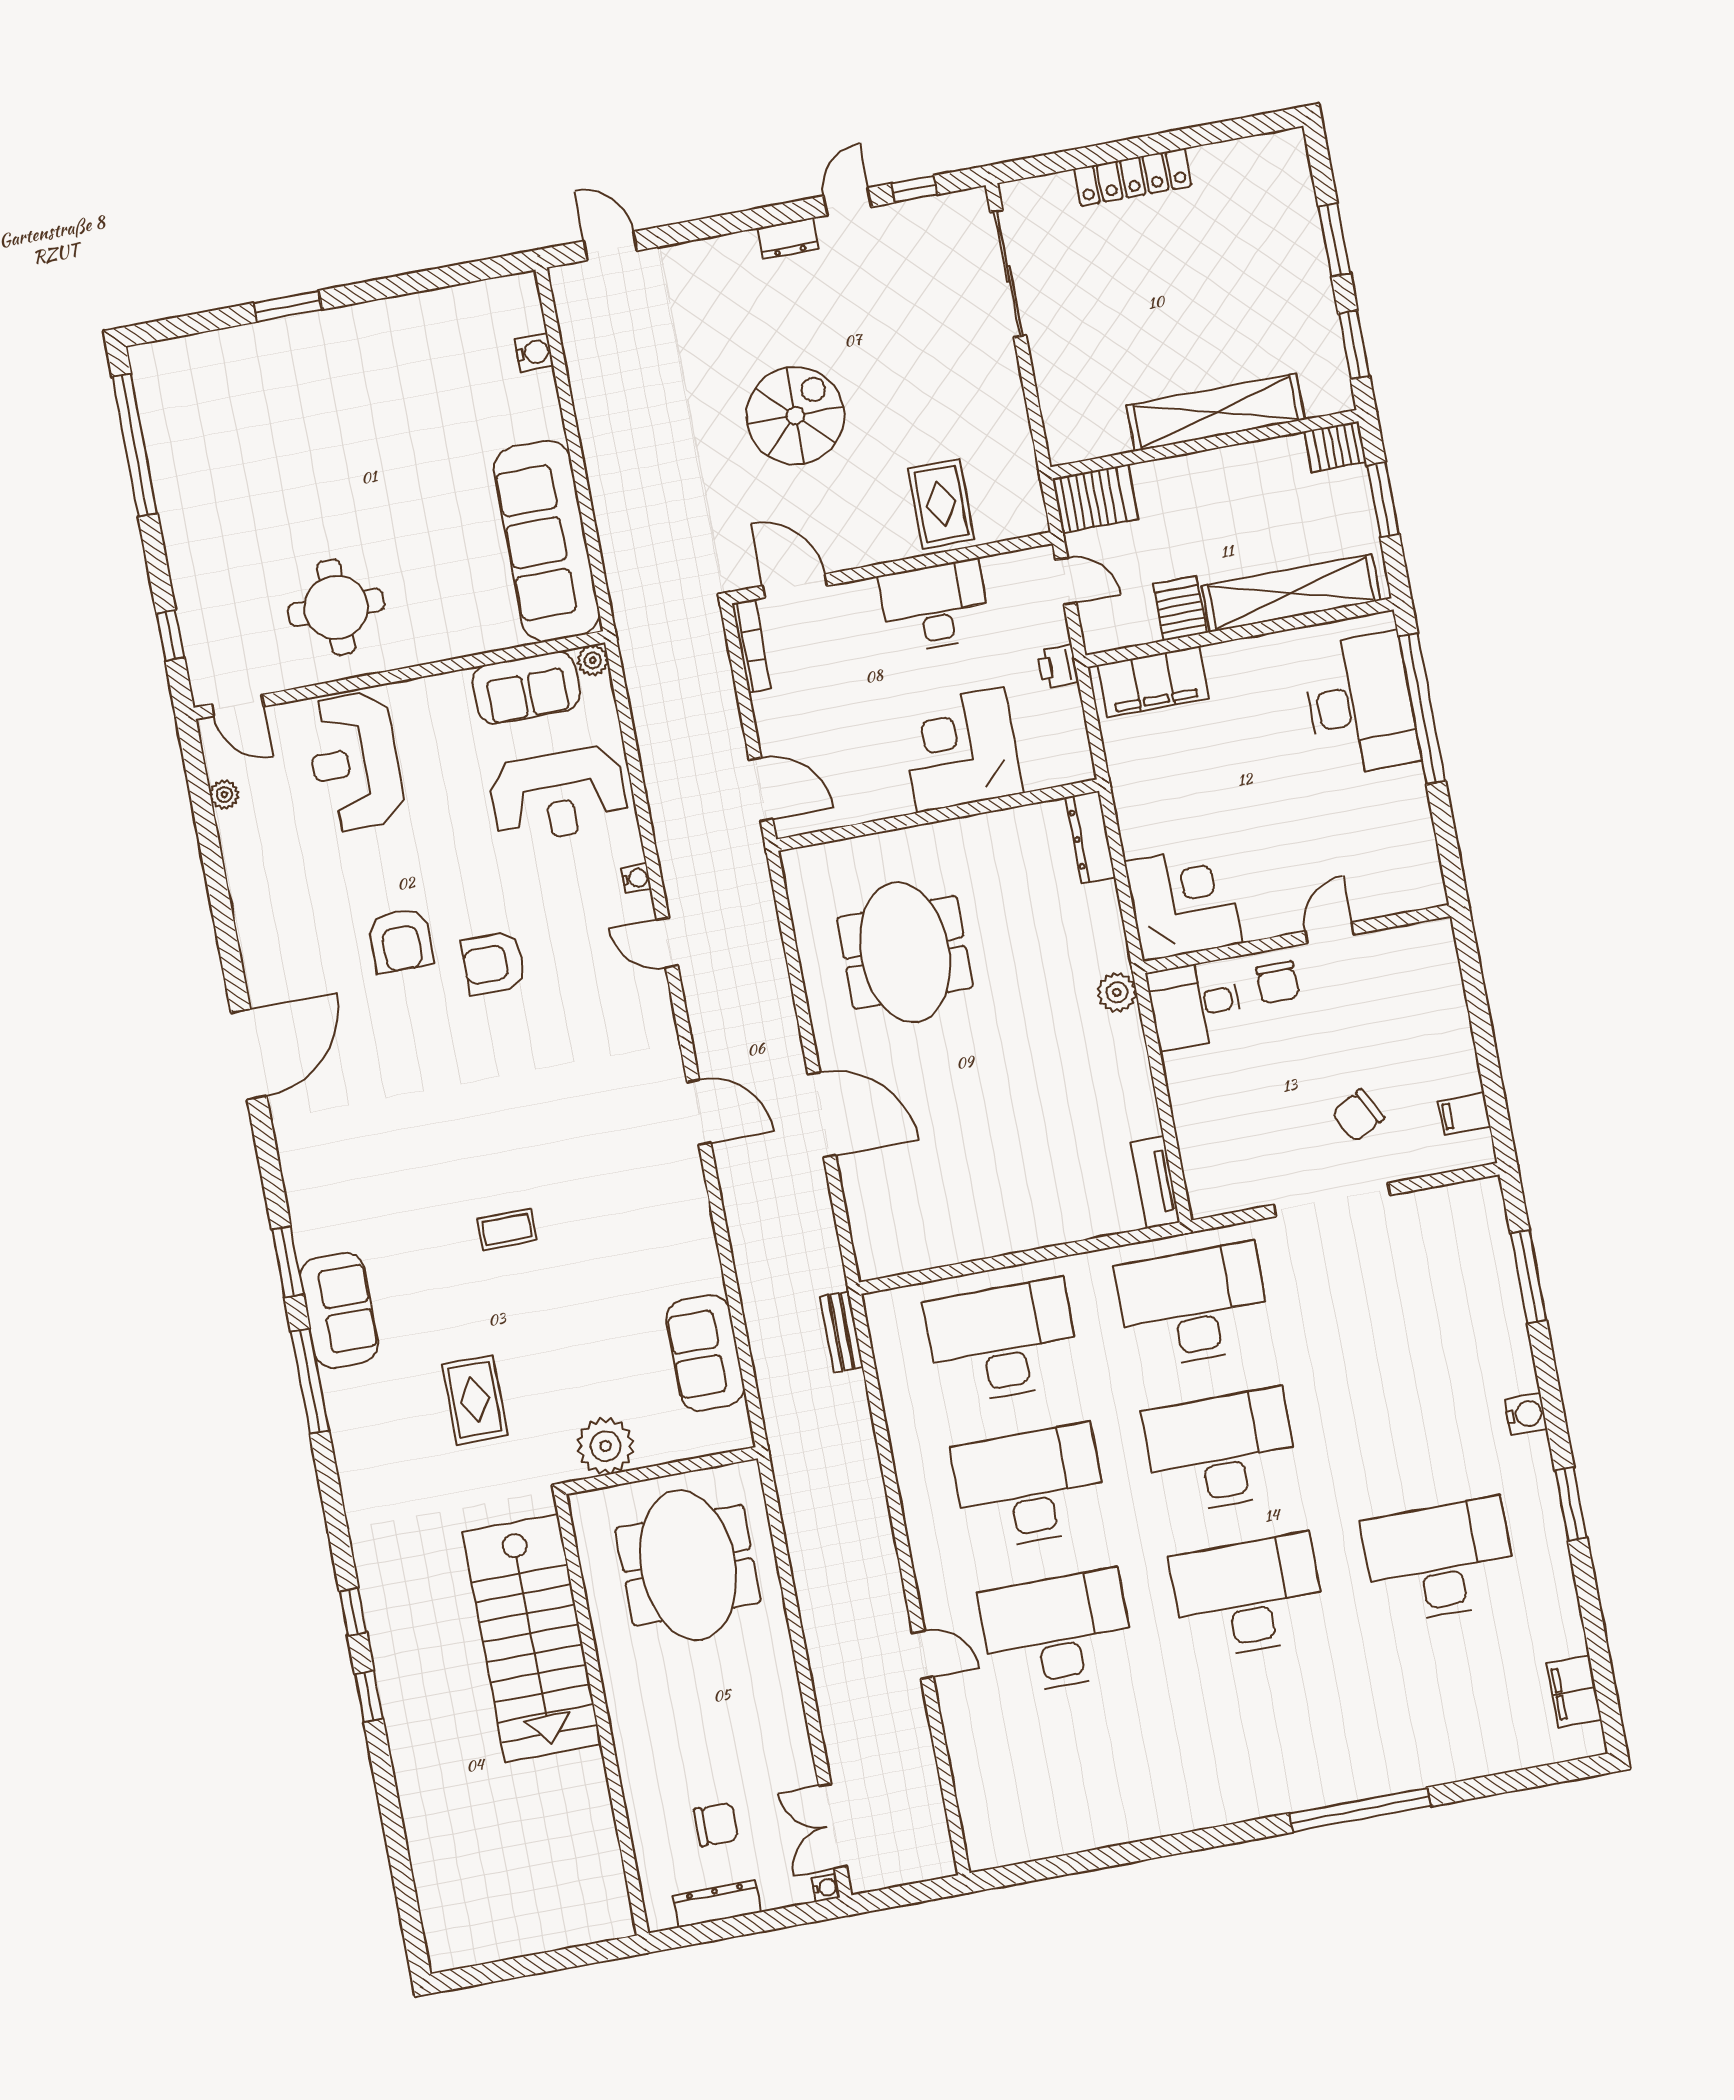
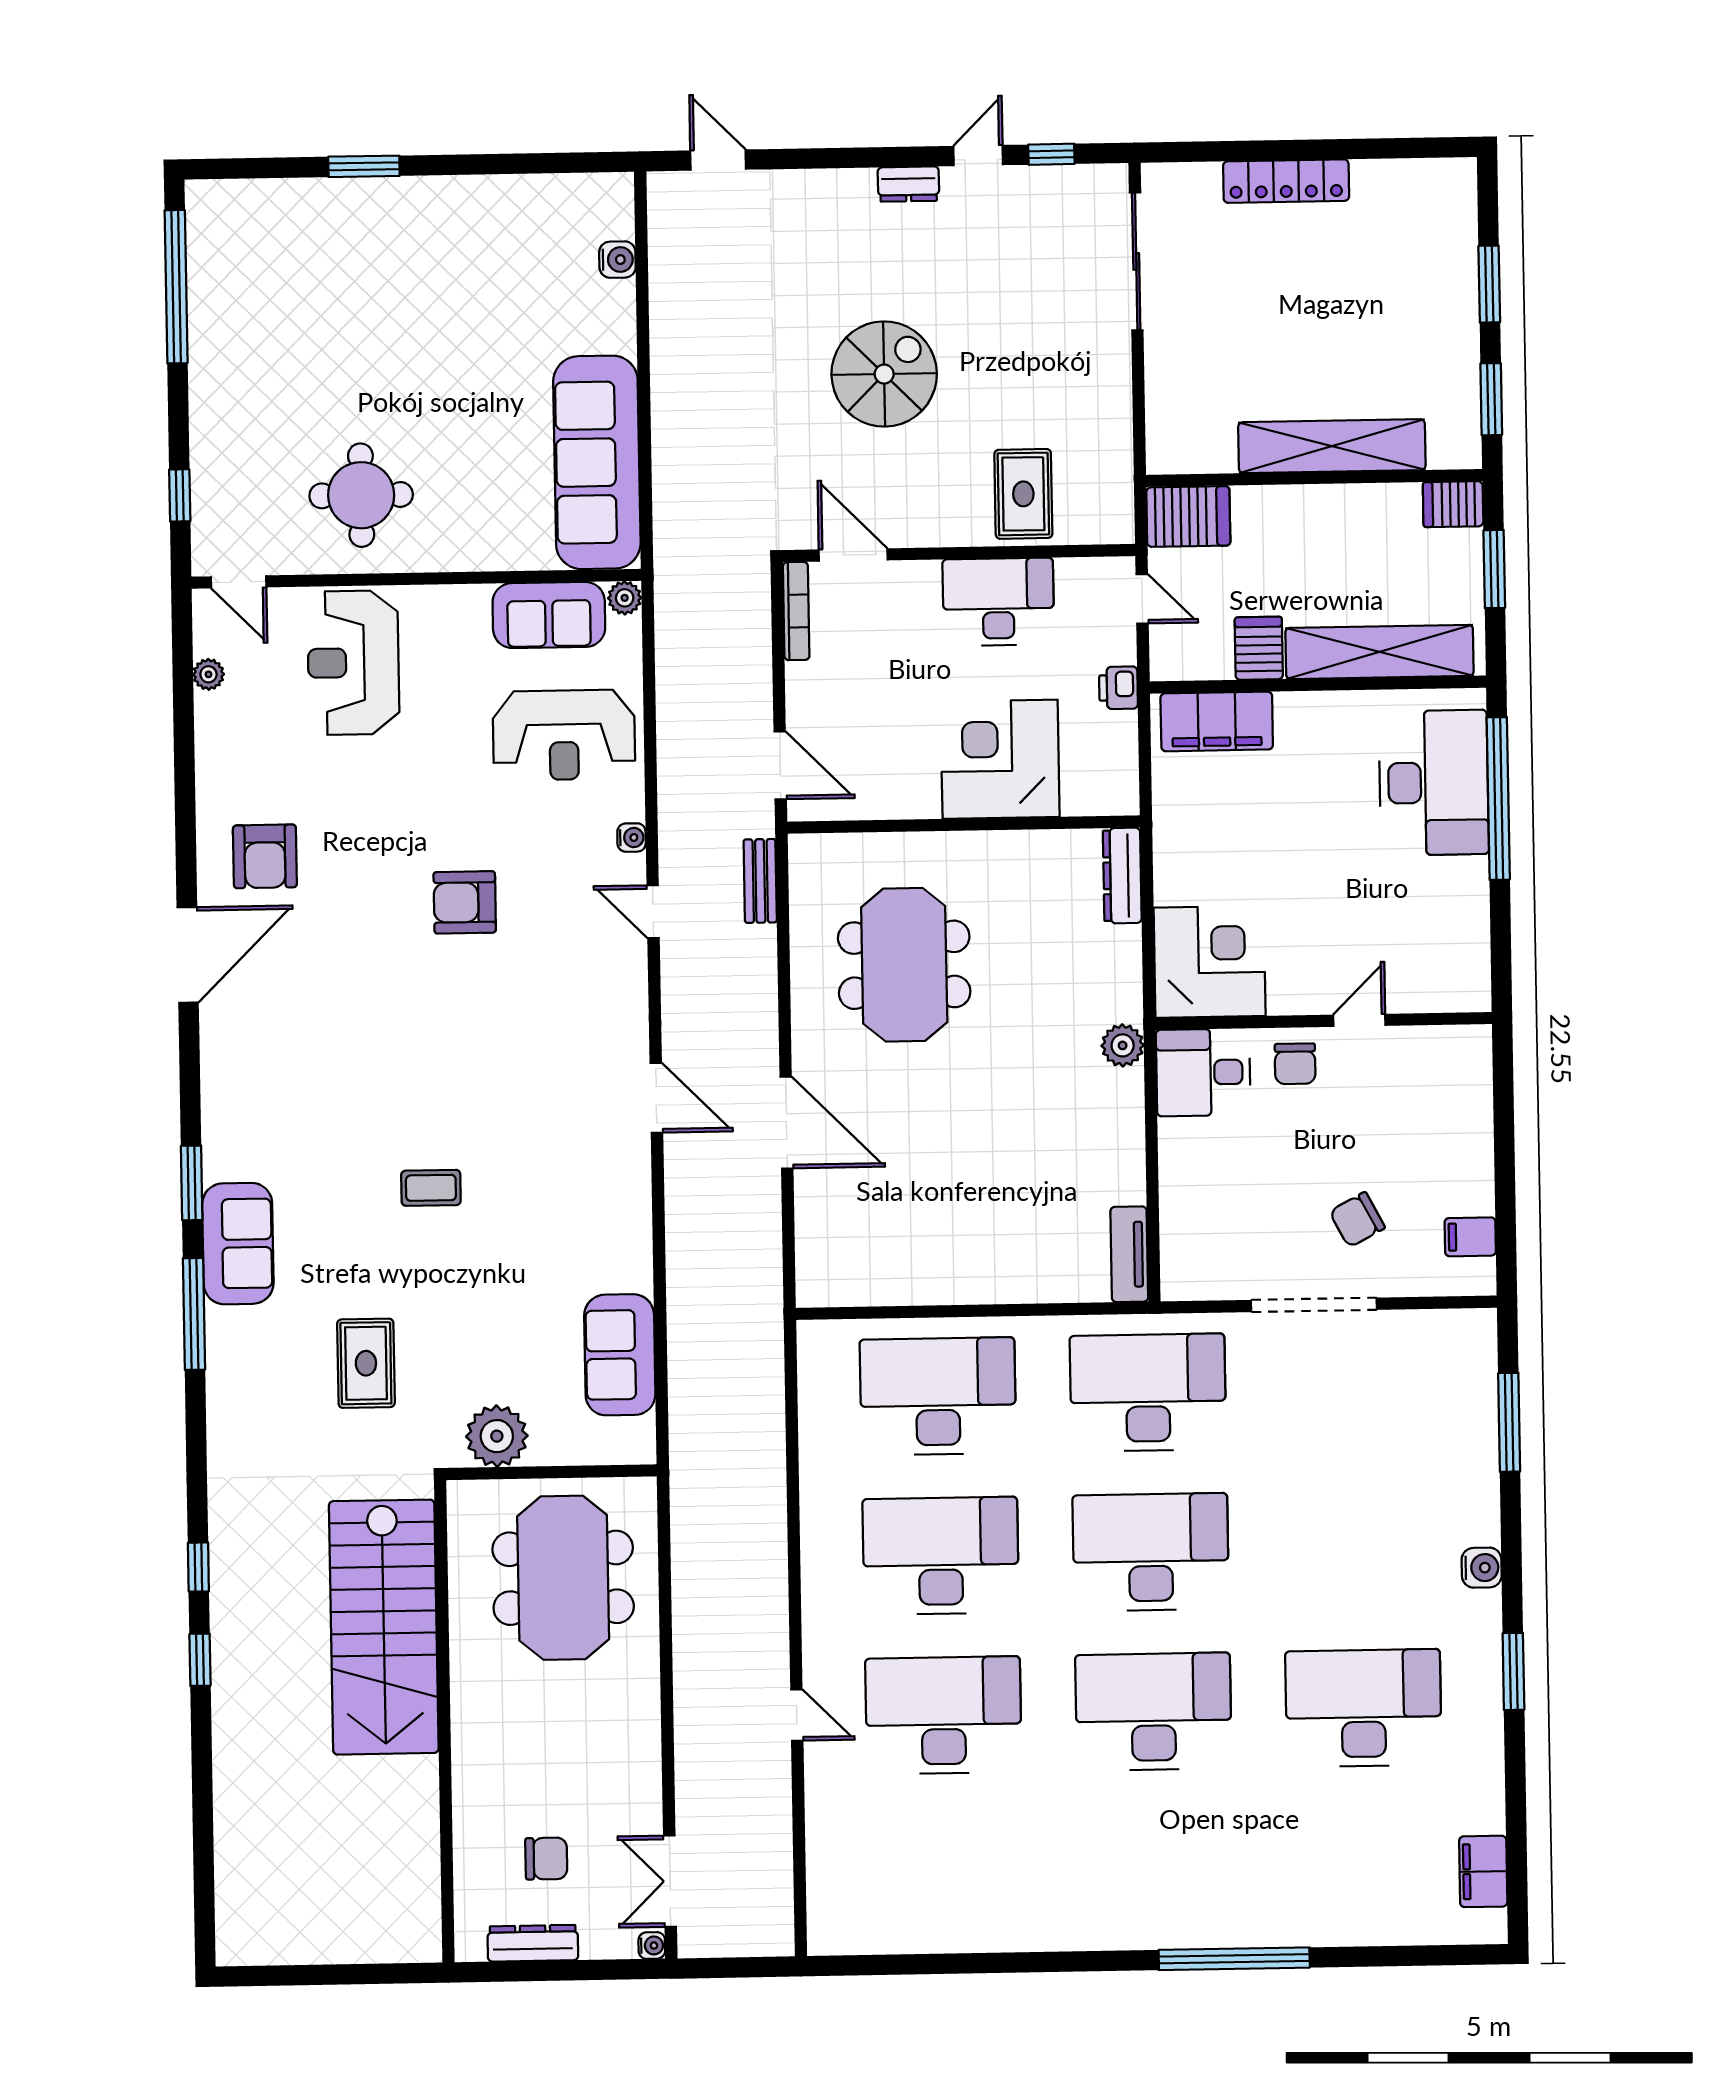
armchair: (401, 940) -> (265, 856), moved
bench: (842, 1332) -> (760, 881), moved

